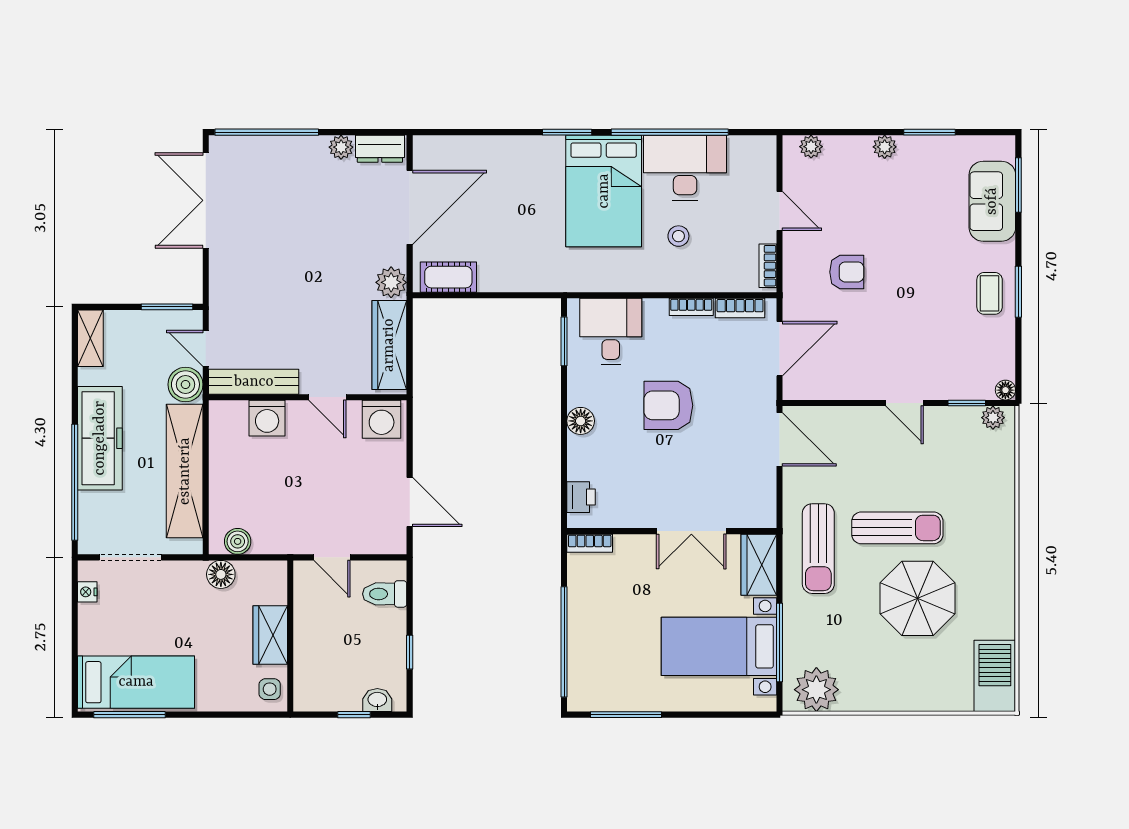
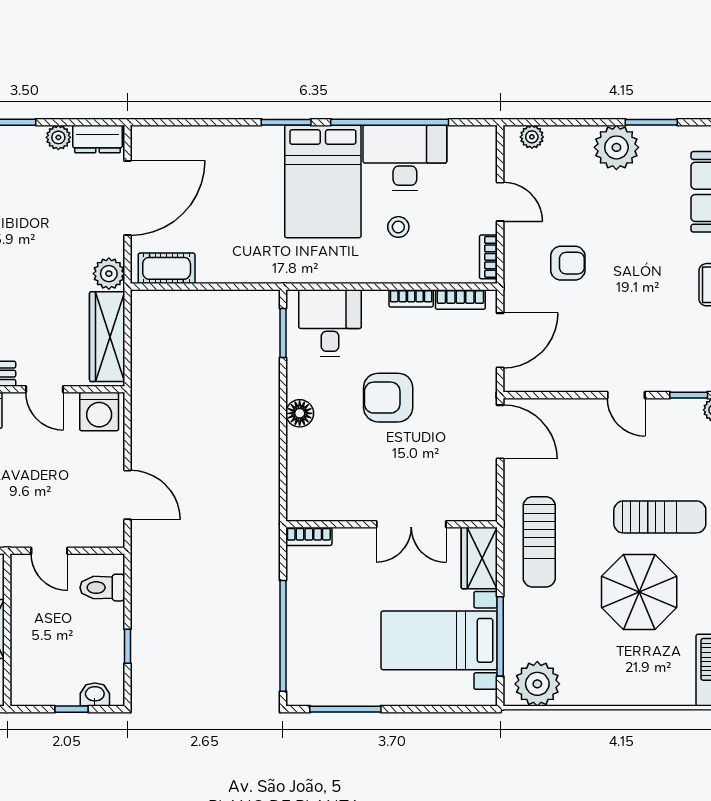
plant: (885, 147) -> (616, 147), width x1.88, depth x1.88
printer: (581, 497) -> (300, 490), removed
sun lounger: (897, 528) -> (660, 517), moved

